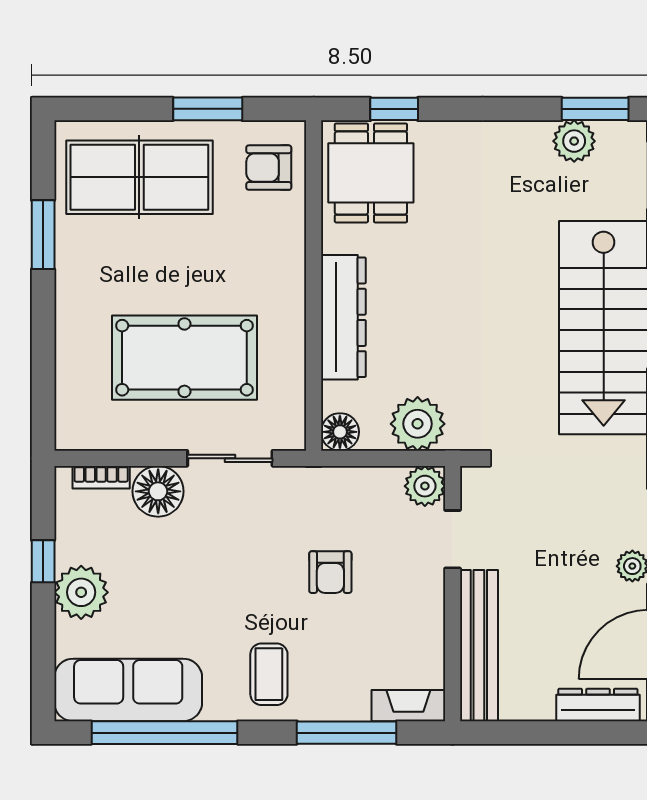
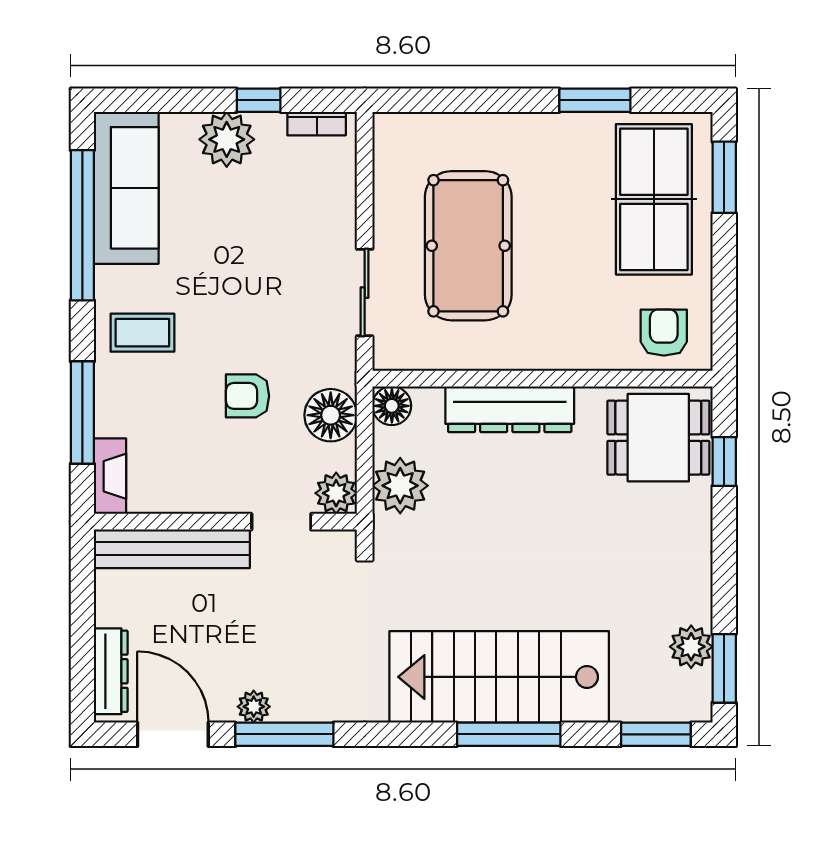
window: (208, 109) -> (724, 177), moved
bookcase: (101, 477) -> (317, 124), moved, turned -90
floor lamp: (158, 491) -> (331, 415), moved

